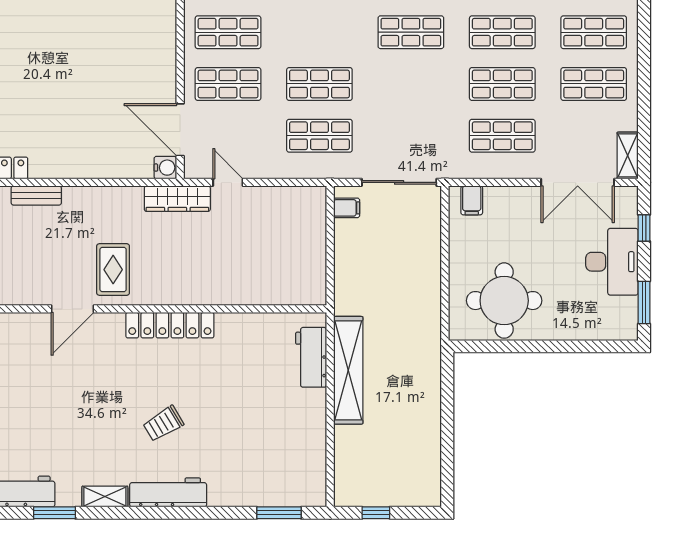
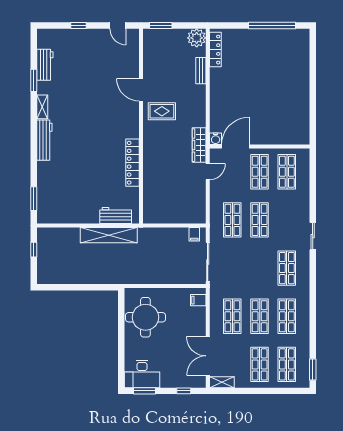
desk: (612, 262) -> (142, 374), moved
locker: (170, 325) -> (132, 163), moved
trolley: (163, 424) -> (81, 138), removed

